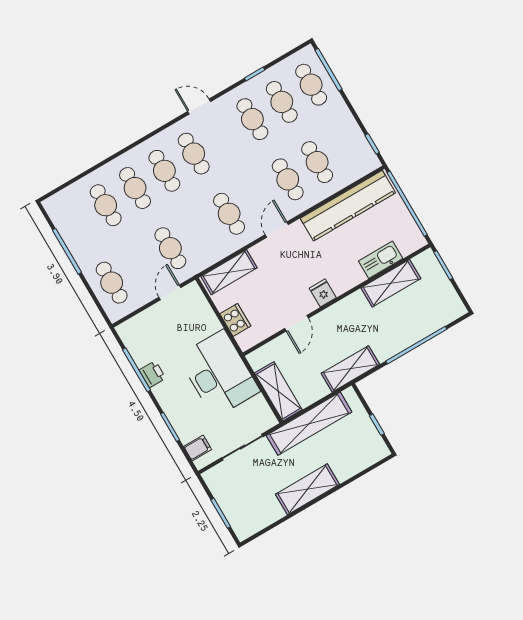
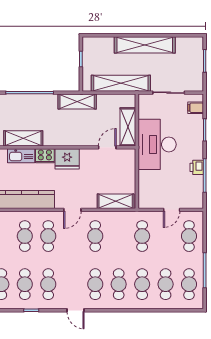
cafe table: (76, 222) -> (189, 284), added
door: (170, 292) -> (172, 210), moved
fridge: (323, 293) -> (67, 159), width x1.88, depth x1.34
cooker: (235, 320) -> (45, 156), moved, turned -90
door: (297, 323) -> (107, 147), moved
shelving: (278, 391) -> (128, 127), moved
shelving: (307, 489) -> (145, 45), width x1.47

